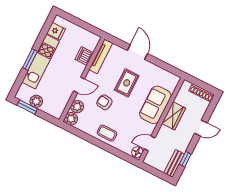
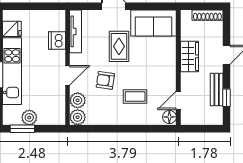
sofa: (155, 105) -> (153, 23), moved, turned -90
coffee table: (107, 133) -> (135, 96), moved
bench: (174, 163) -> (217, 90), moved

